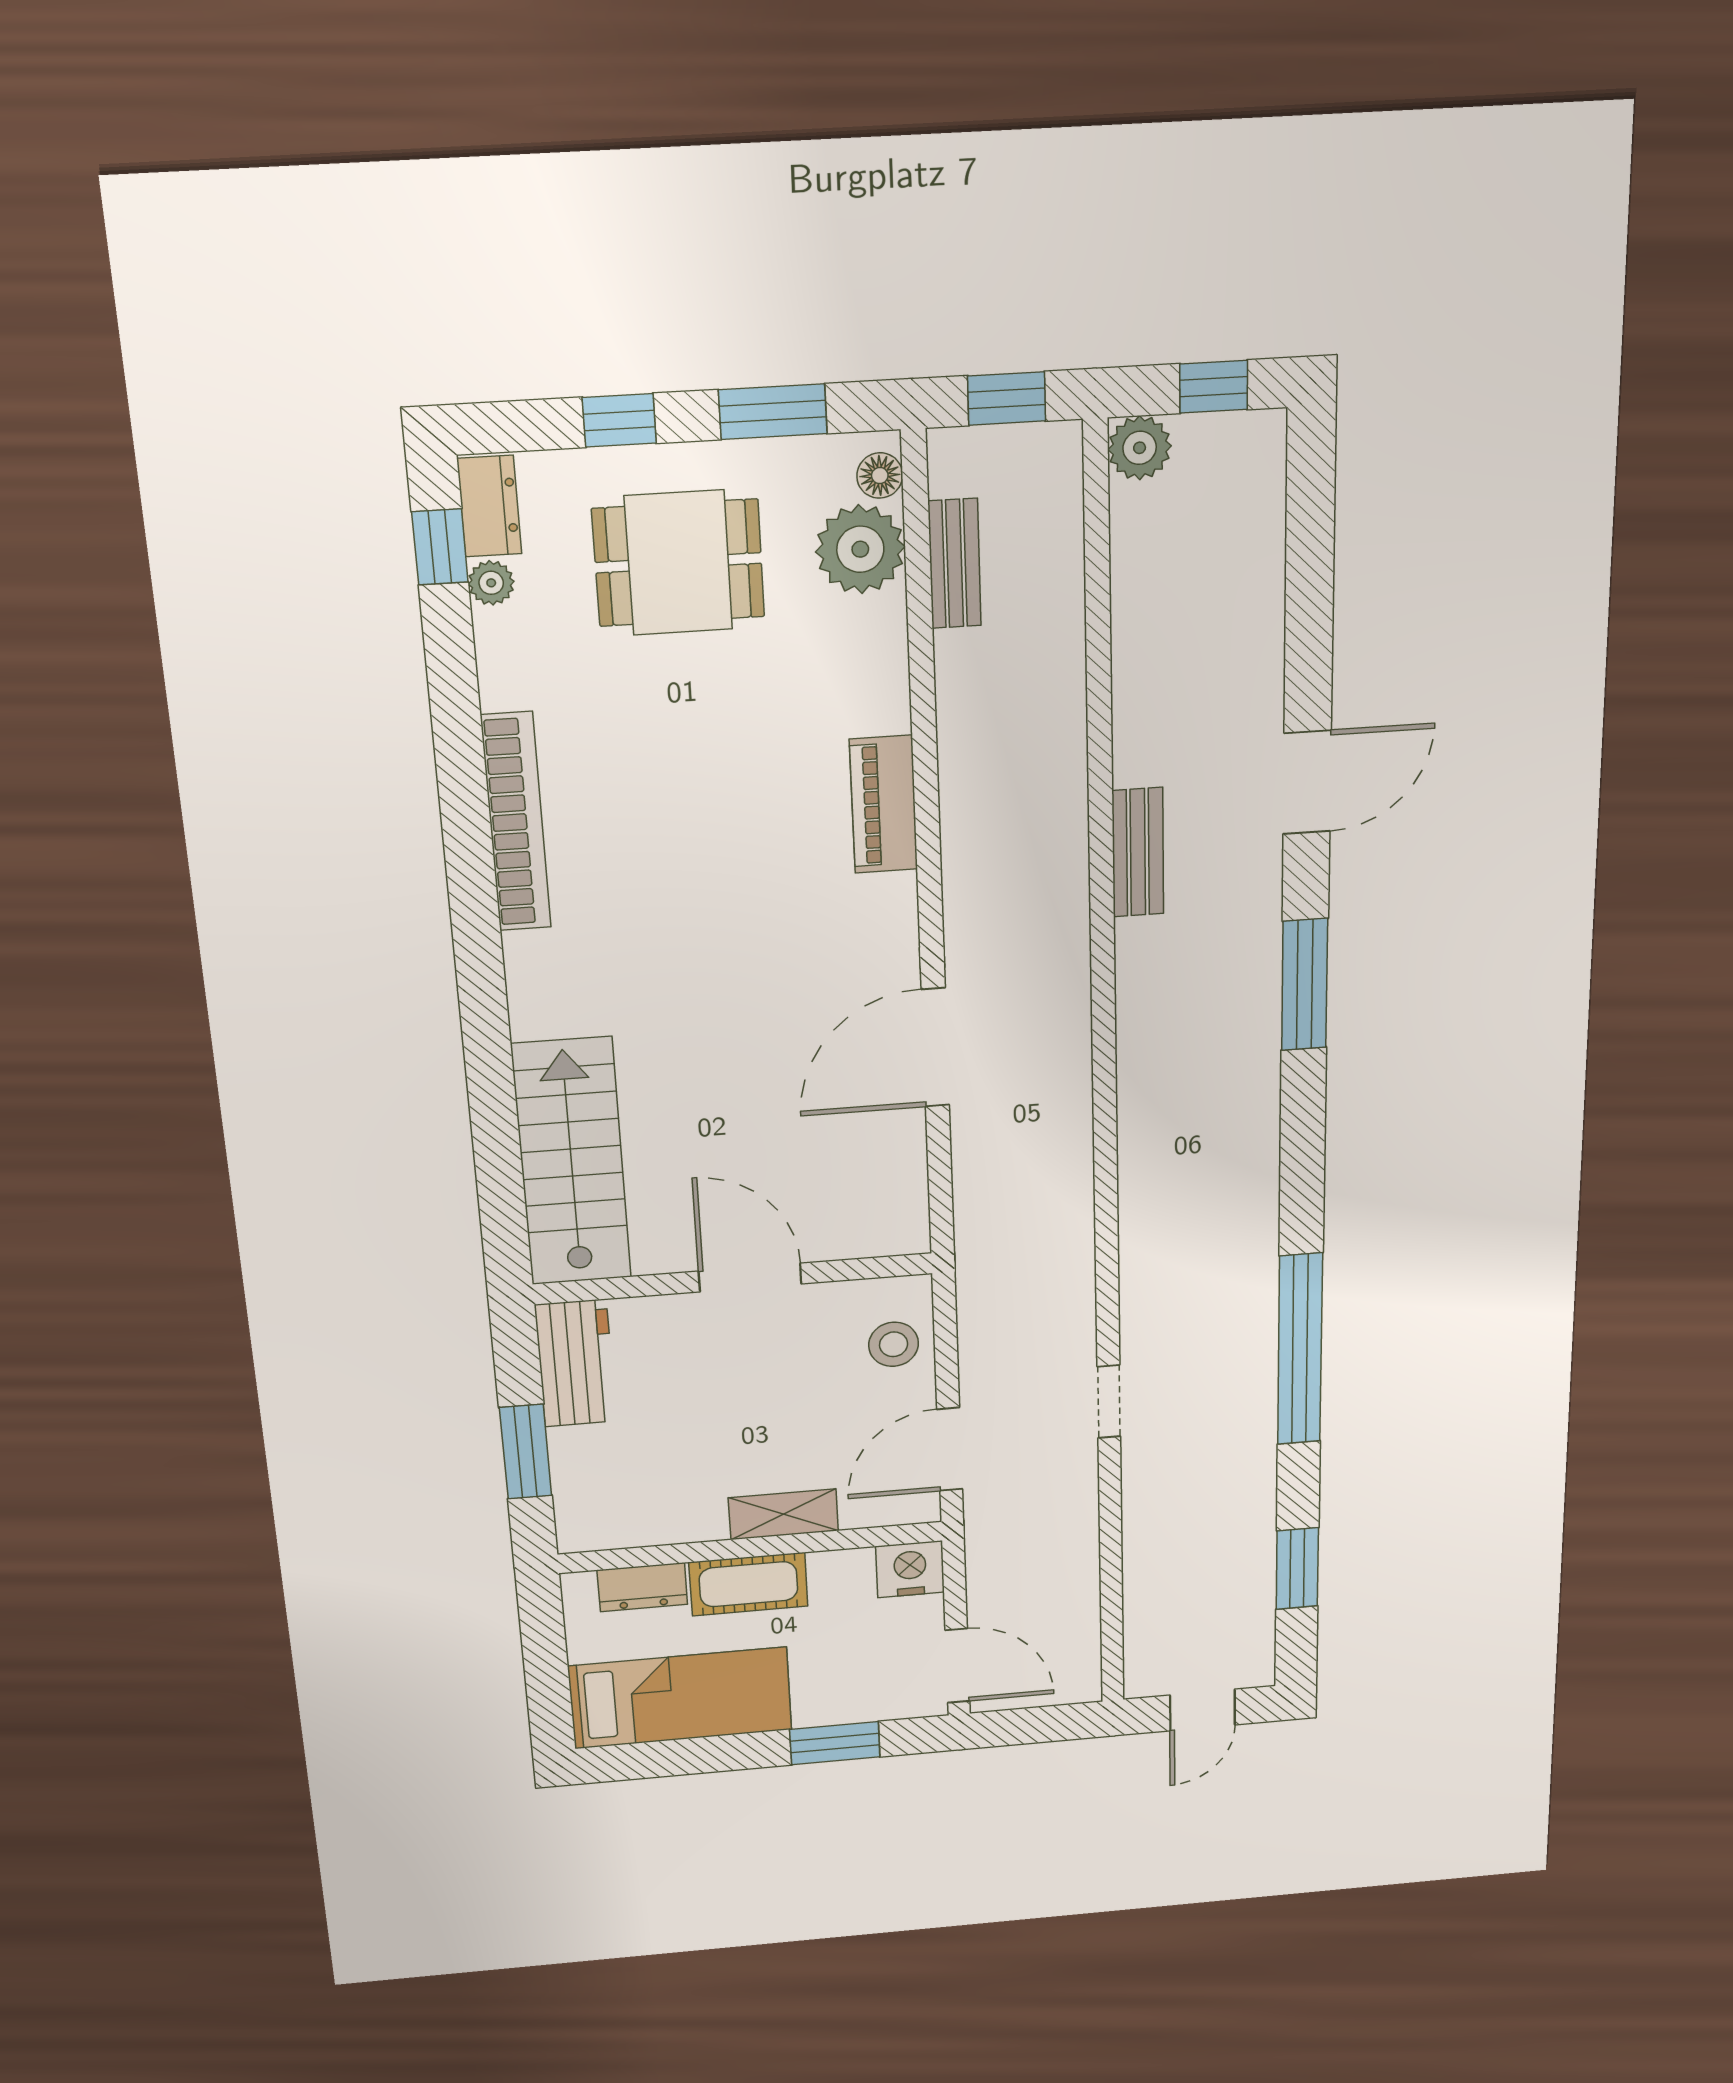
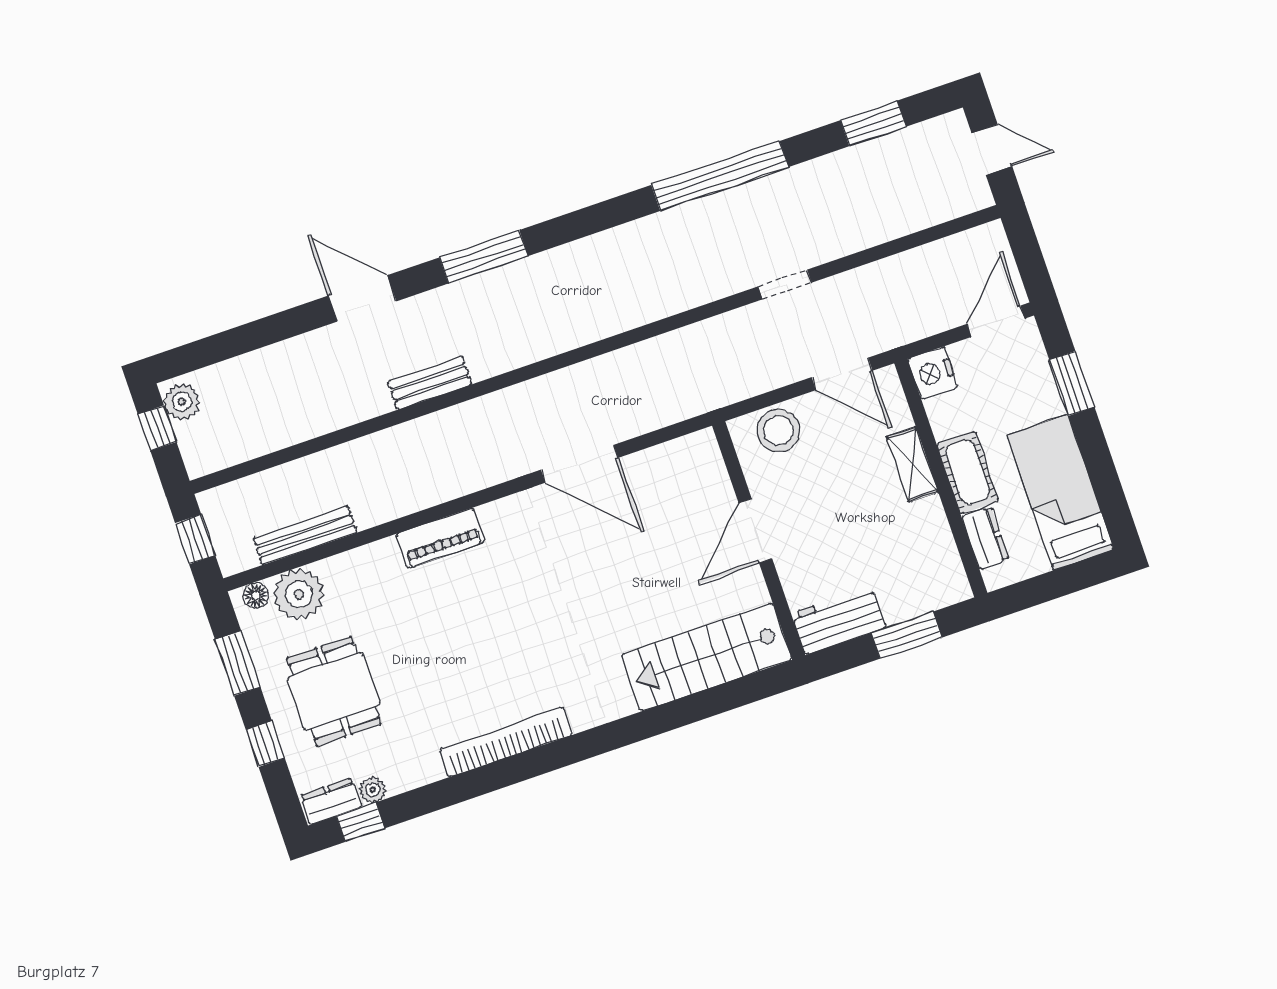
plant: (1140, 448) -> (182, 402), moved
bench: (955, 564) -> (305, 536), width x1.36
stool: (894, 1344) -> (779, 431), width x1.38, depth x1.38

